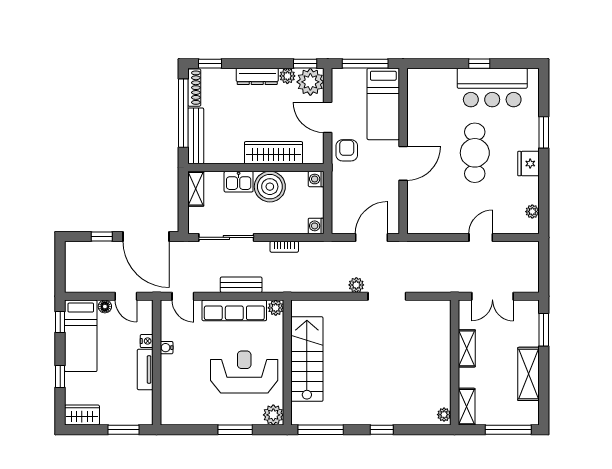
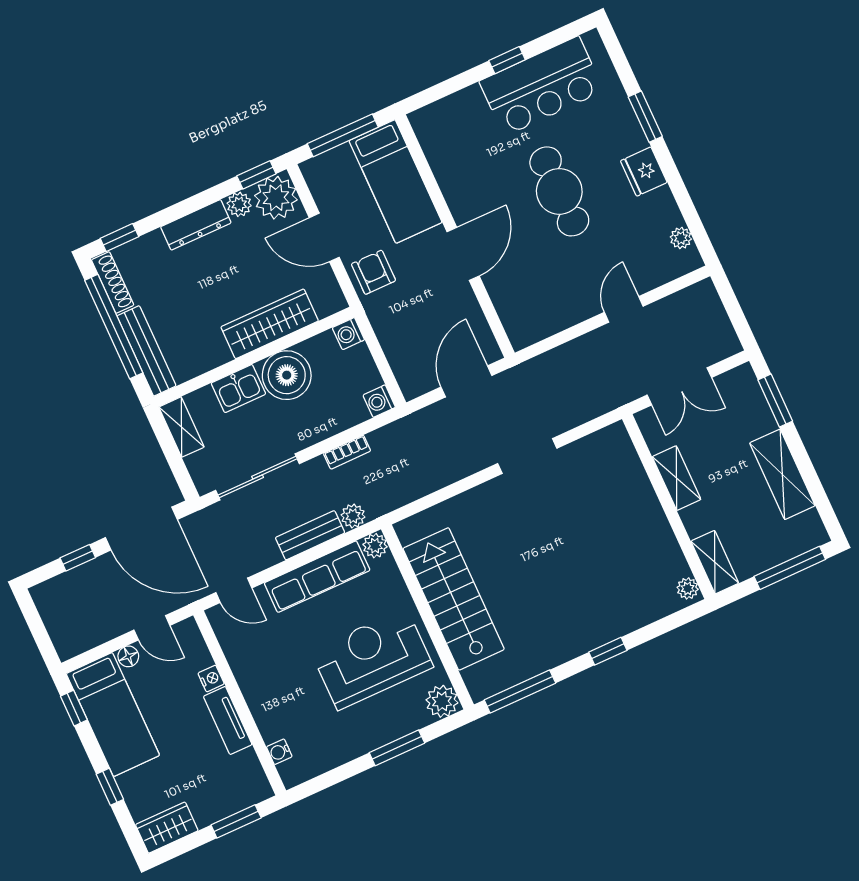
plant: (356, 285) -> (353, 516), moved
water cooler: (167, 348) -> (279, 752), moved

